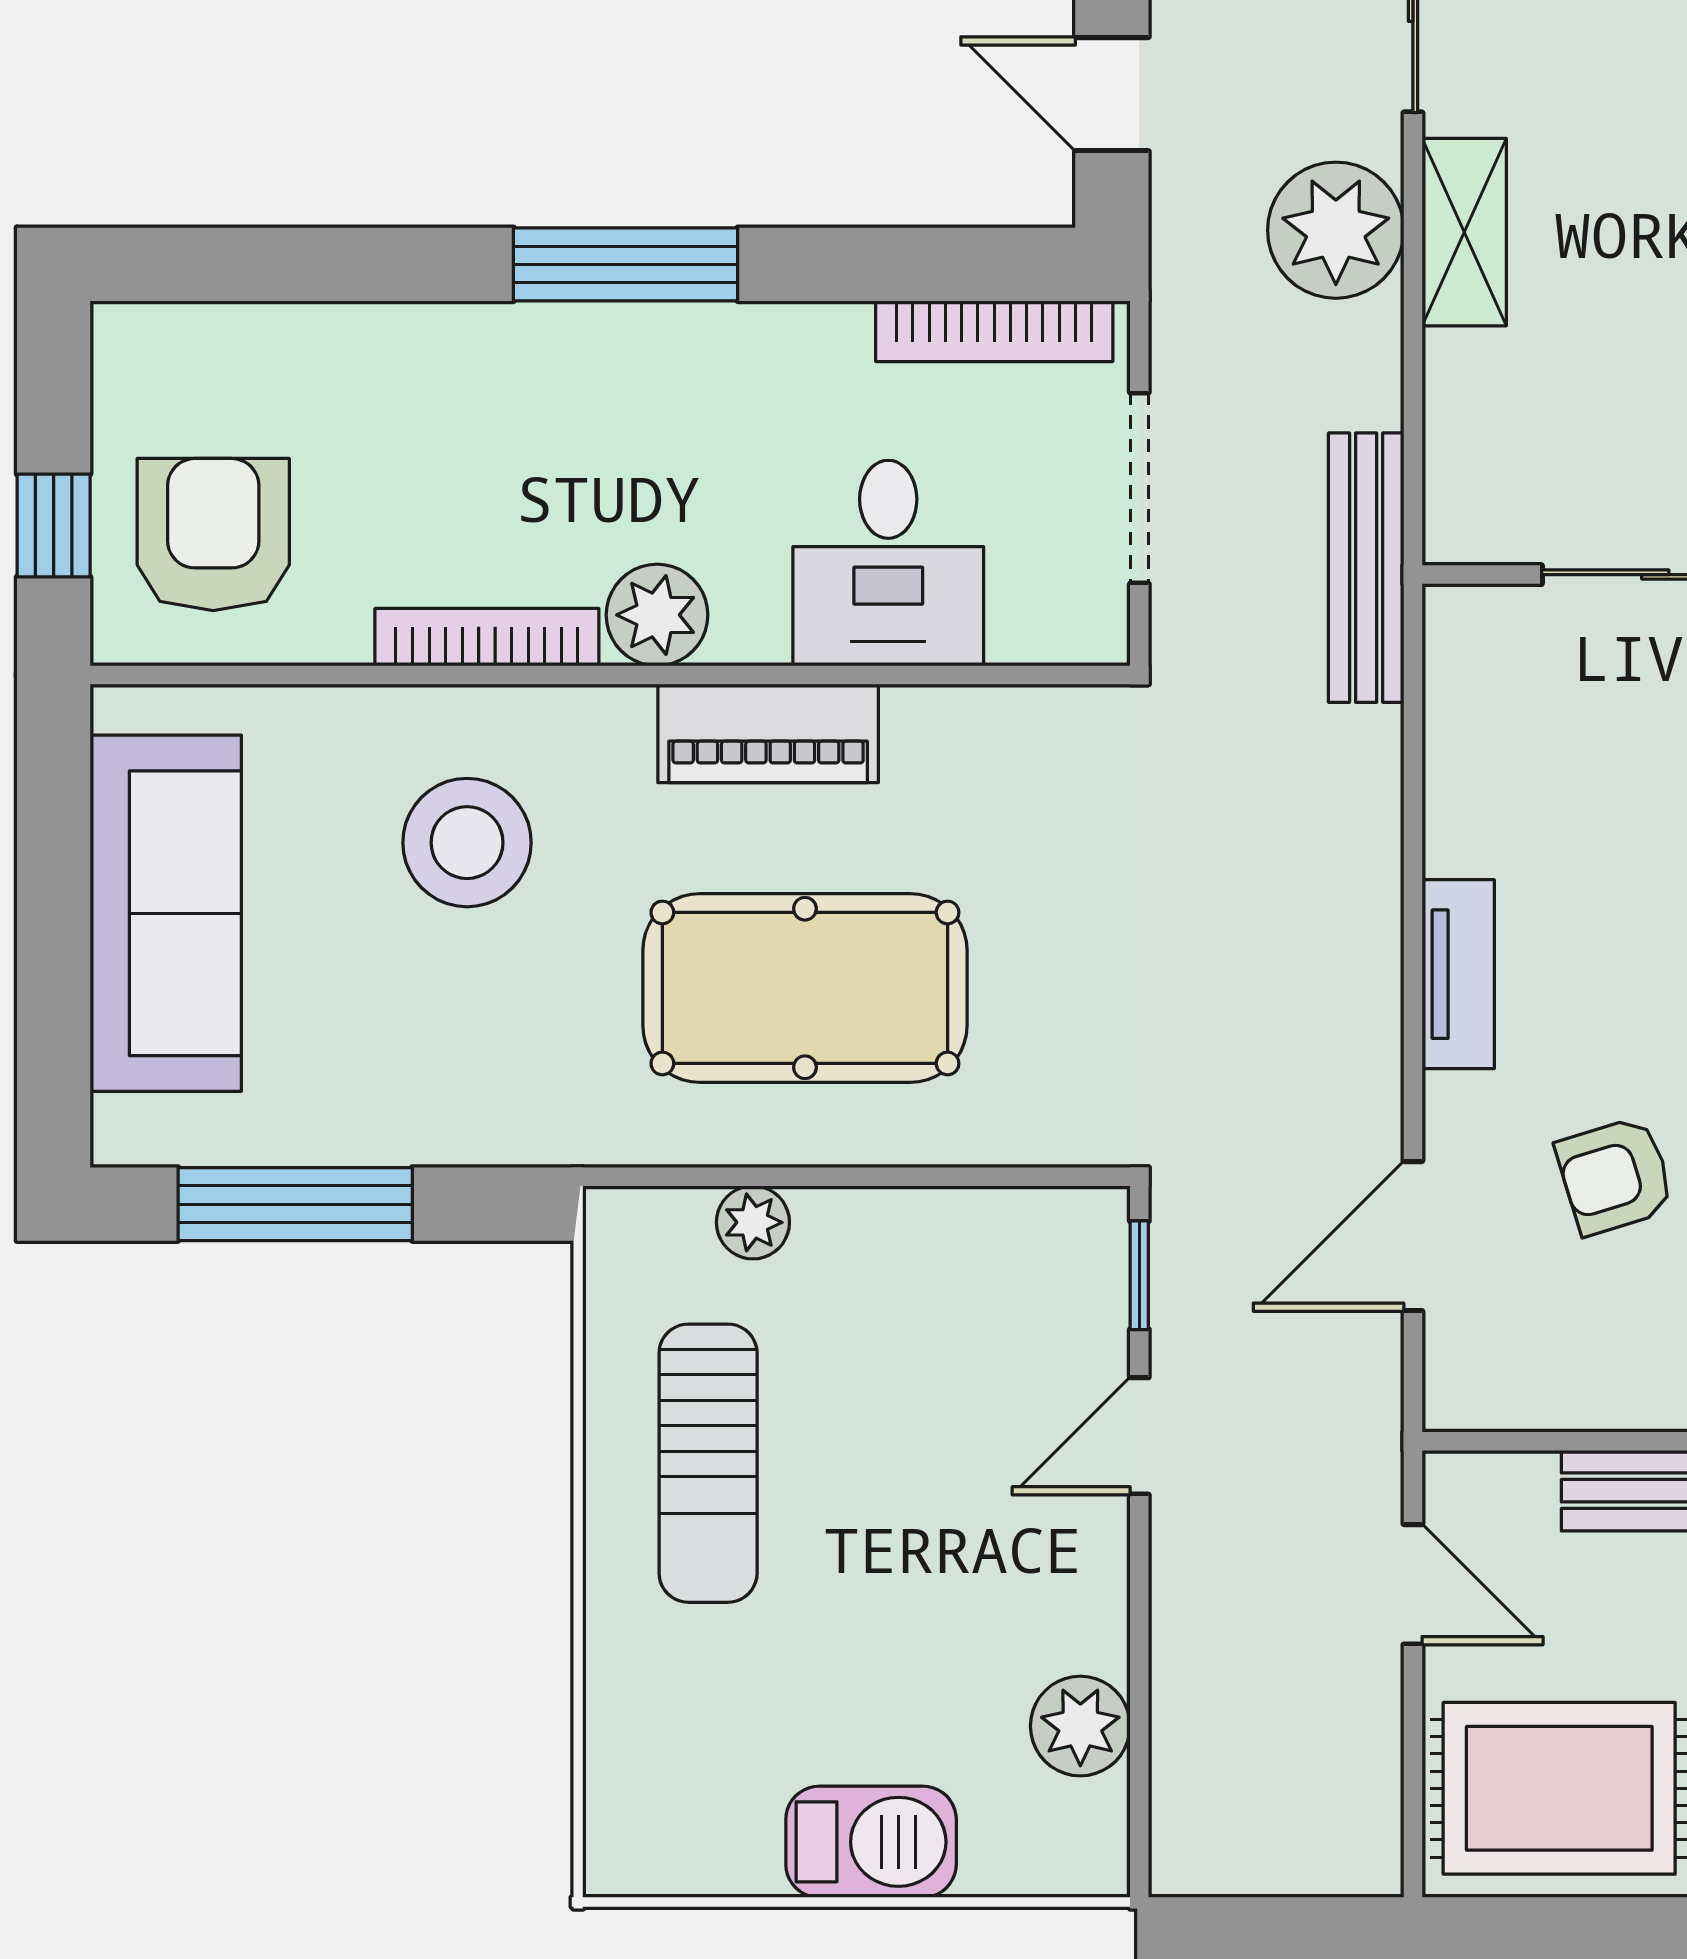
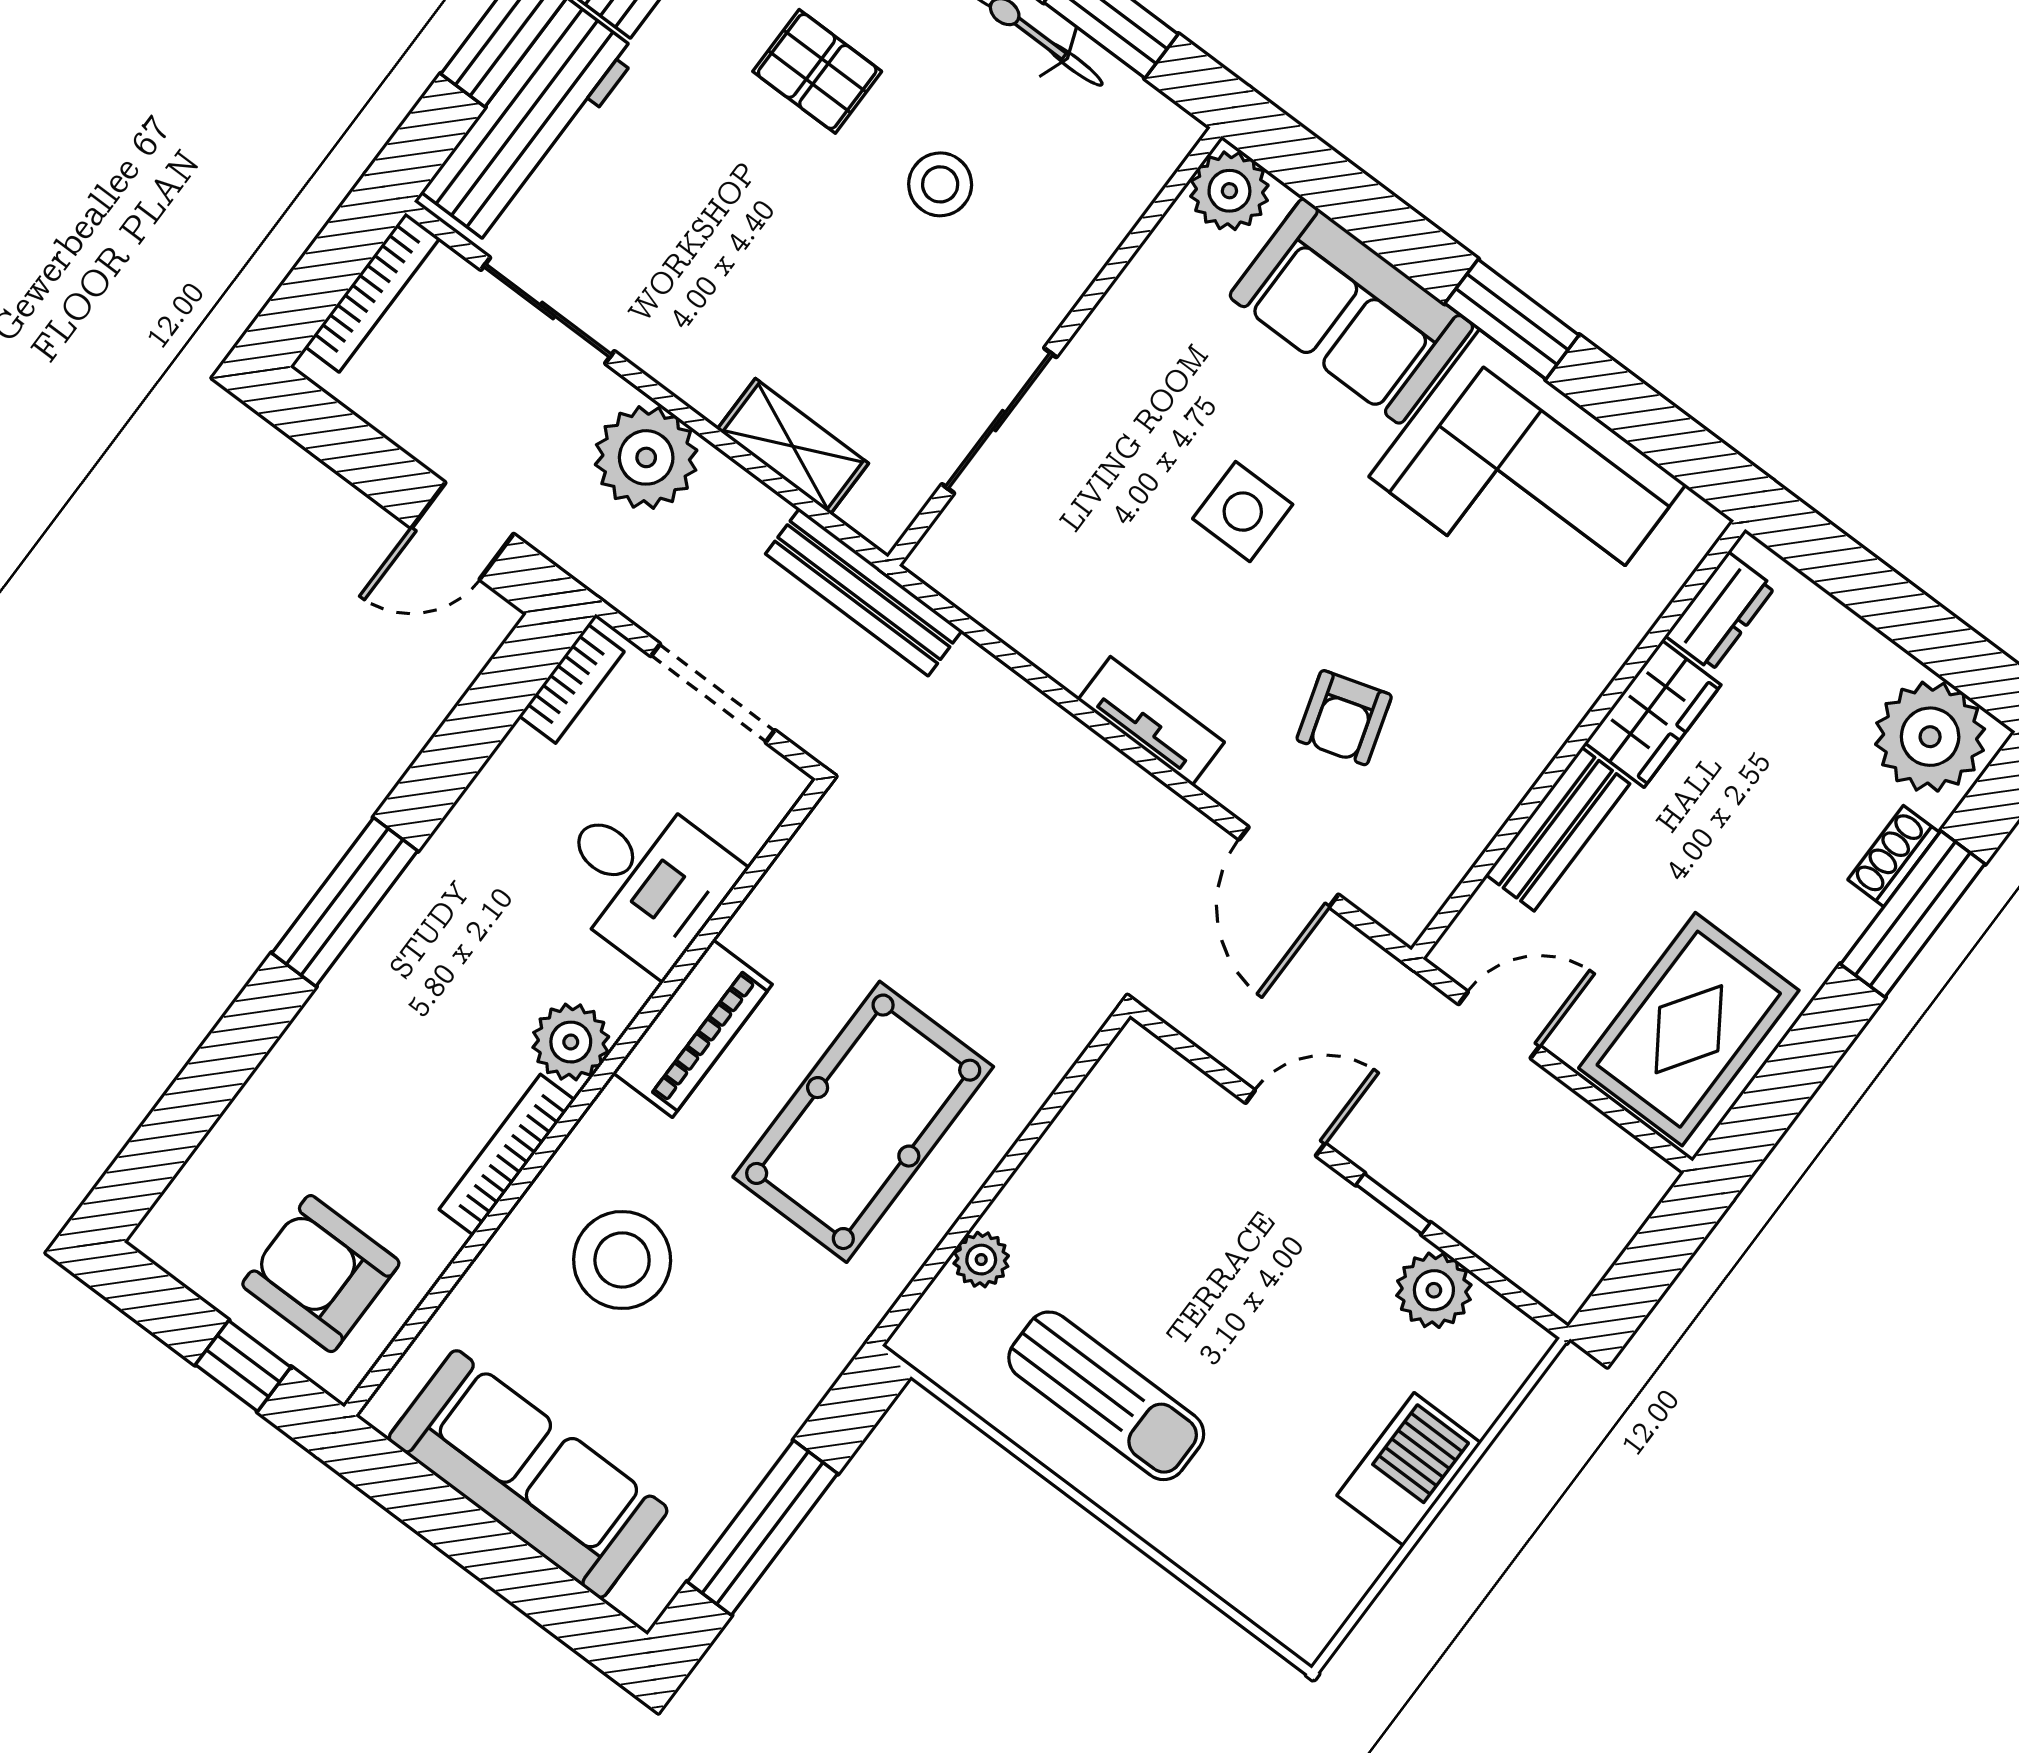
shelving: (1464, 232) -> (793, 446), moved
bookcase: (994, 331) -> (572, 684), width x0.64
window: (1139, 1275) -> (1393, 1204), moved
door: (1139, 1436) -> (1285, 1123), swing flipped

